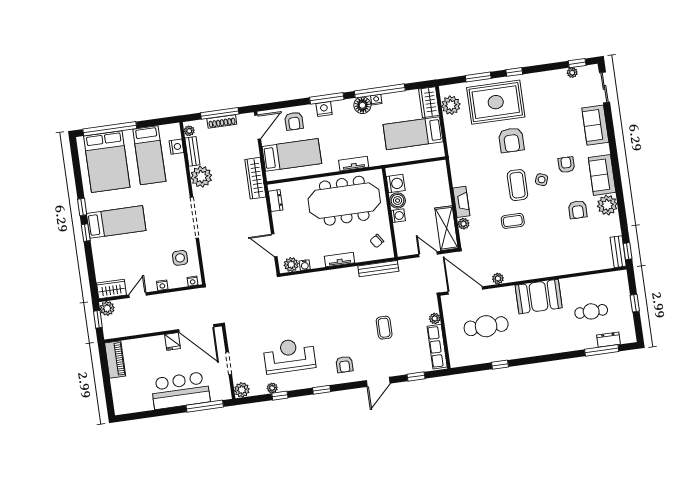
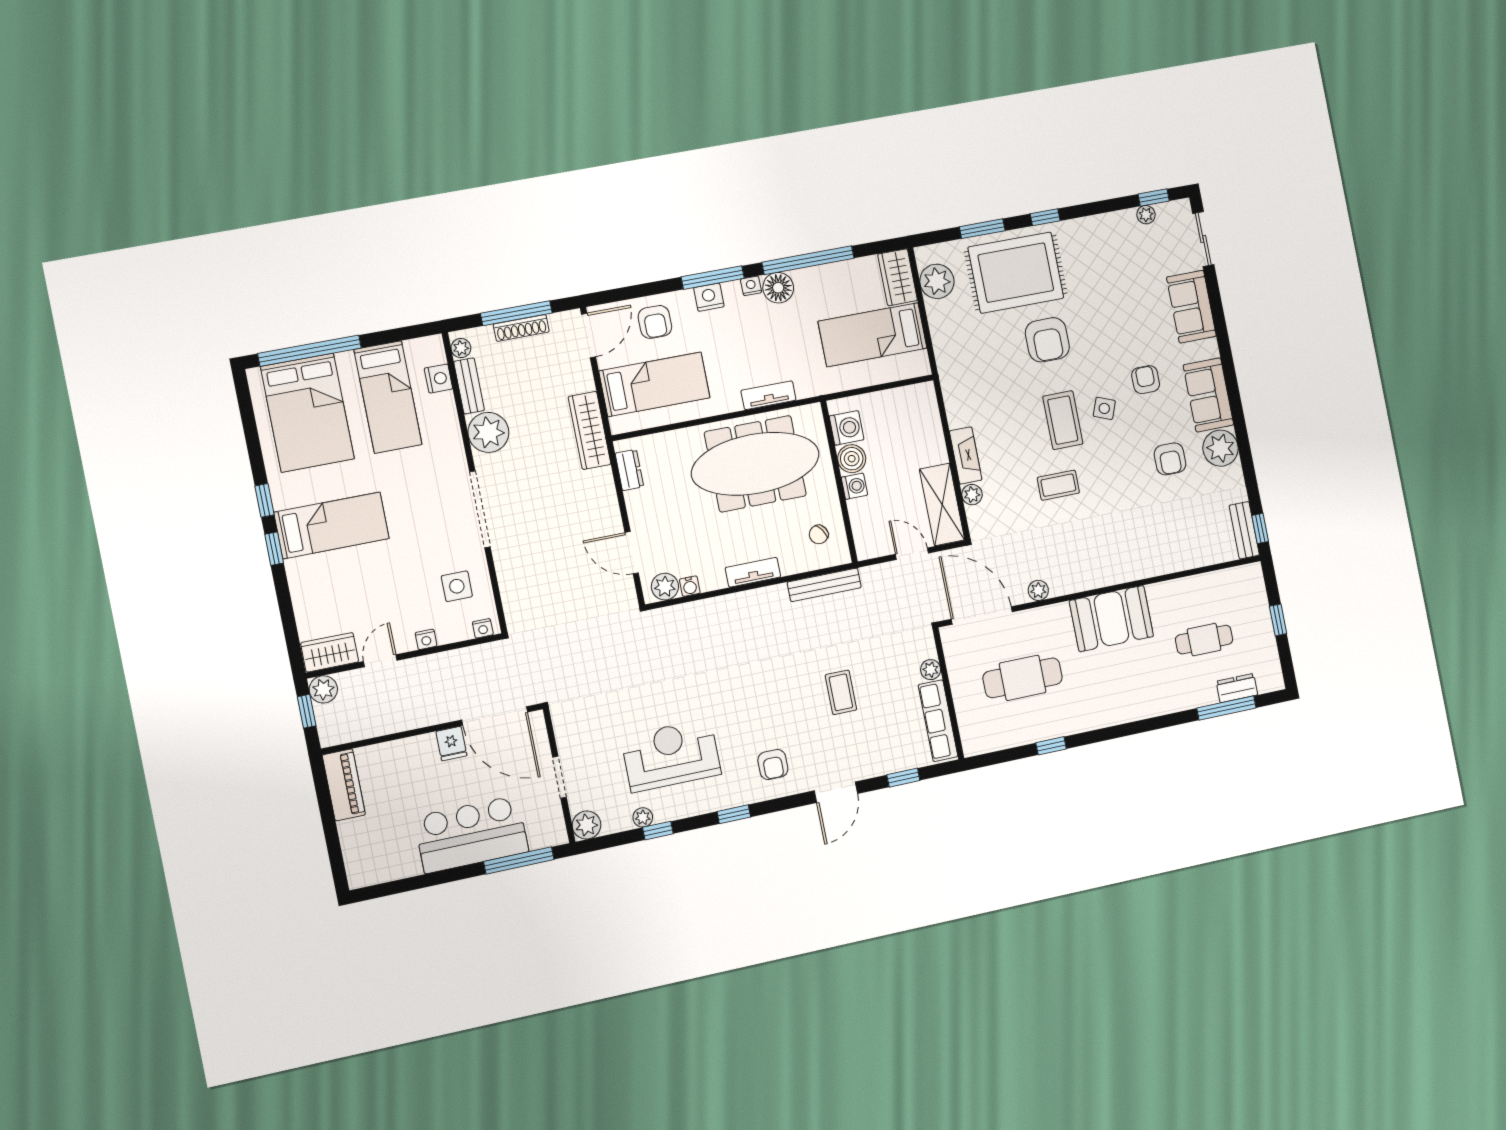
nightstand: (376, 100) -> (751, 286), moved

